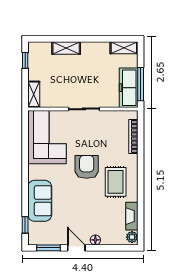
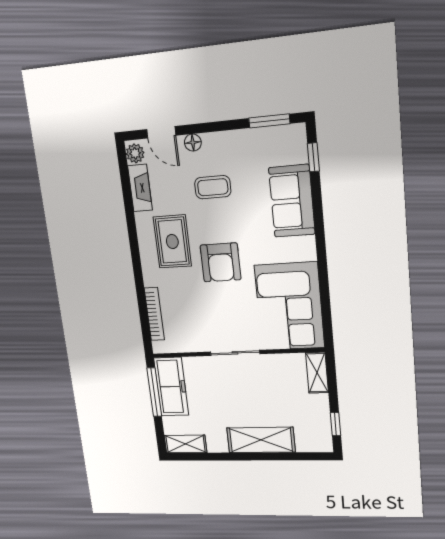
shelving: (66, 48) -> (261, 440), width x1.50, depth x1.33
coffee table: (86, 213) -> (213, 187), added
door: (76, 248) -> (161, 132), moved

